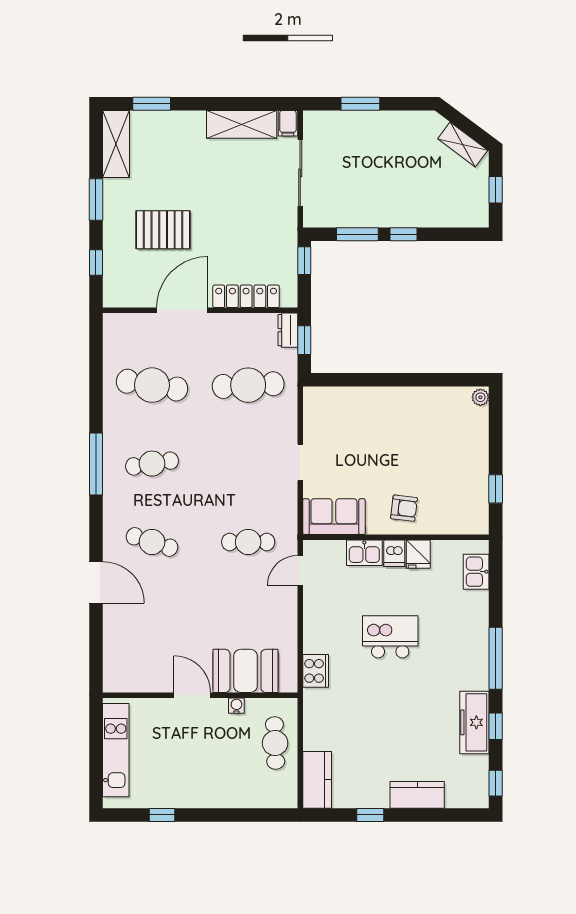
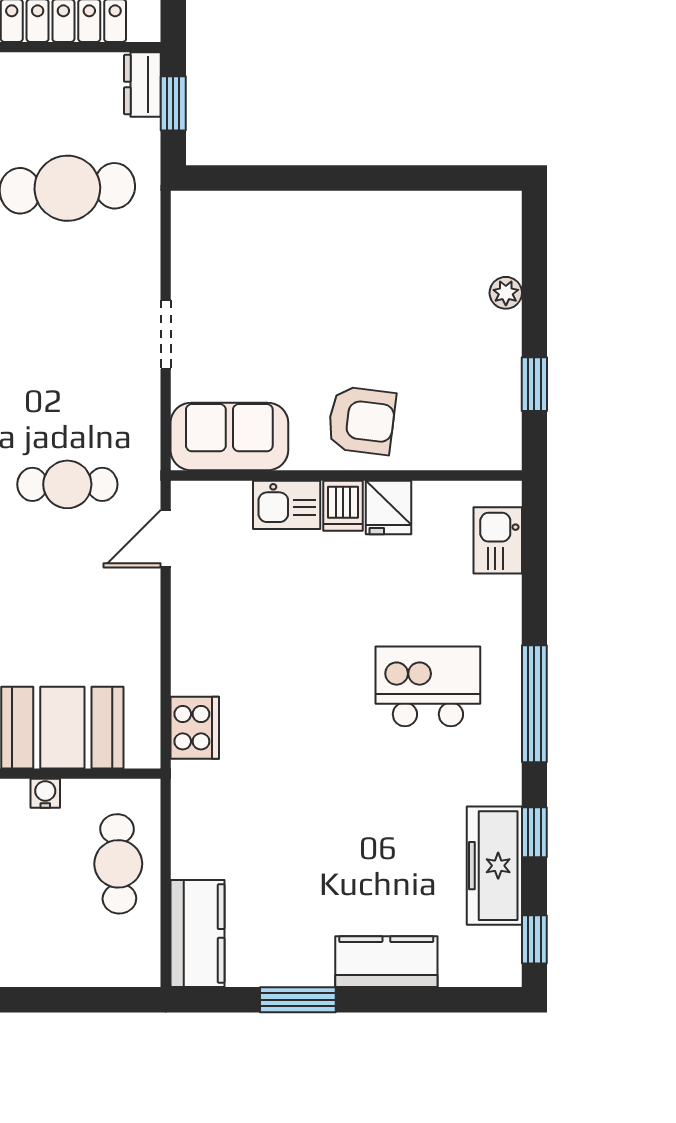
plant: (480, 397) -> (506, 293), moved
armchair: (404, 508) -> (362, 421), width x1.38, depth x1.38
kitchen island: (390, 637) -> (428, 686), moved
freezer: (474, 722) -> (494, 866), moved
window: (370, 815) -> (298, 1000), width x1.50

